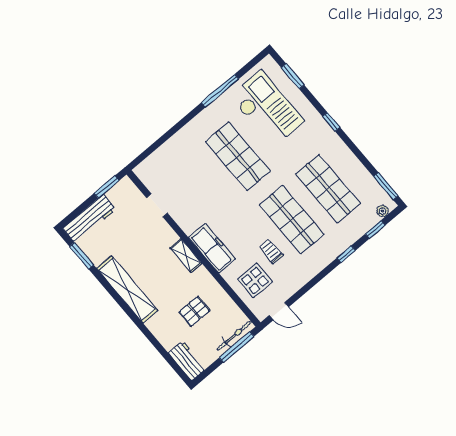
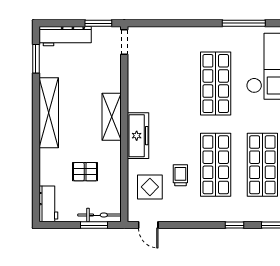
doorway: (157, 205) -> (124, 42), moved
shelving: (186, 256) -> (112, 117), width x1.50, depth x1.33
window: (237, 347) -> (94, 225), width x0.69

